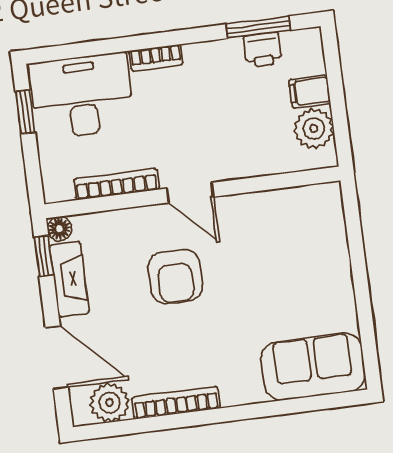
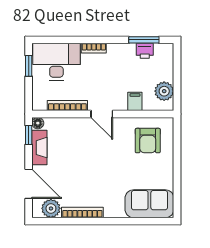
filing cabinet: (310, 92) -> (135, 101), moved, turned 90
armchair: (175, 277) -> (148, 141), moved

